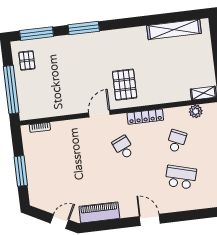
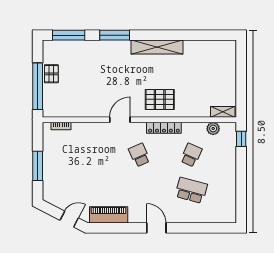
shelving: (174, 29) -> (157, 47), moved
pallet: (27, 60) -> (51, 74), moved
pallet: (125, 85) -> (160, 99), moved, turned 90

